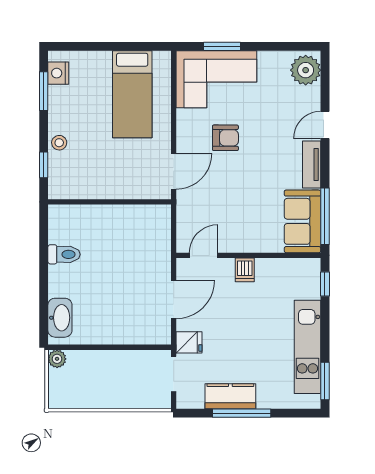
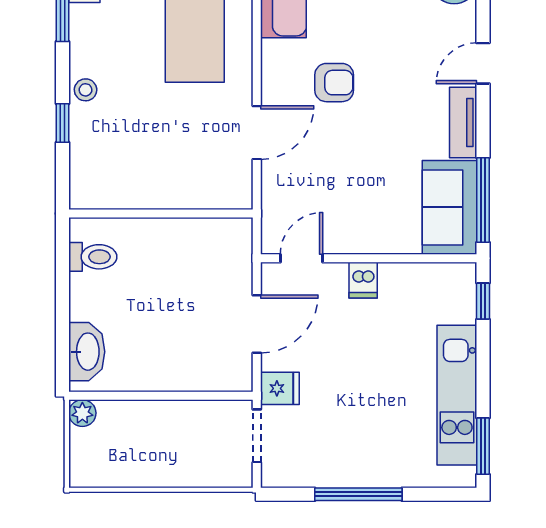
wall: (110, 202) -> (161, 214), moved
kitchen counter: (230, 396) -> (342, 469), removed

